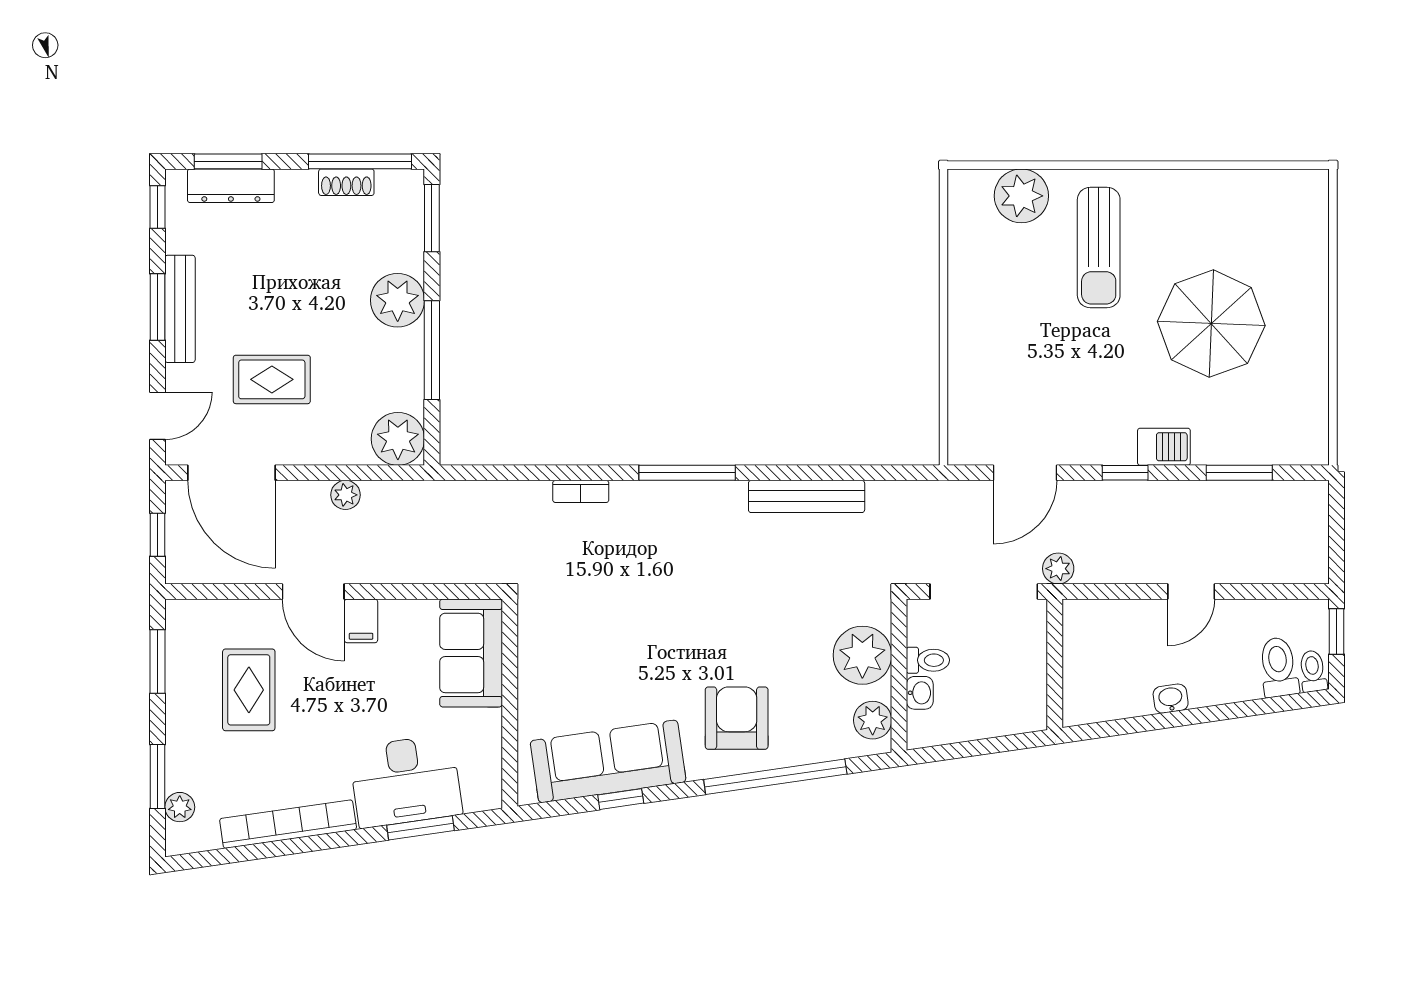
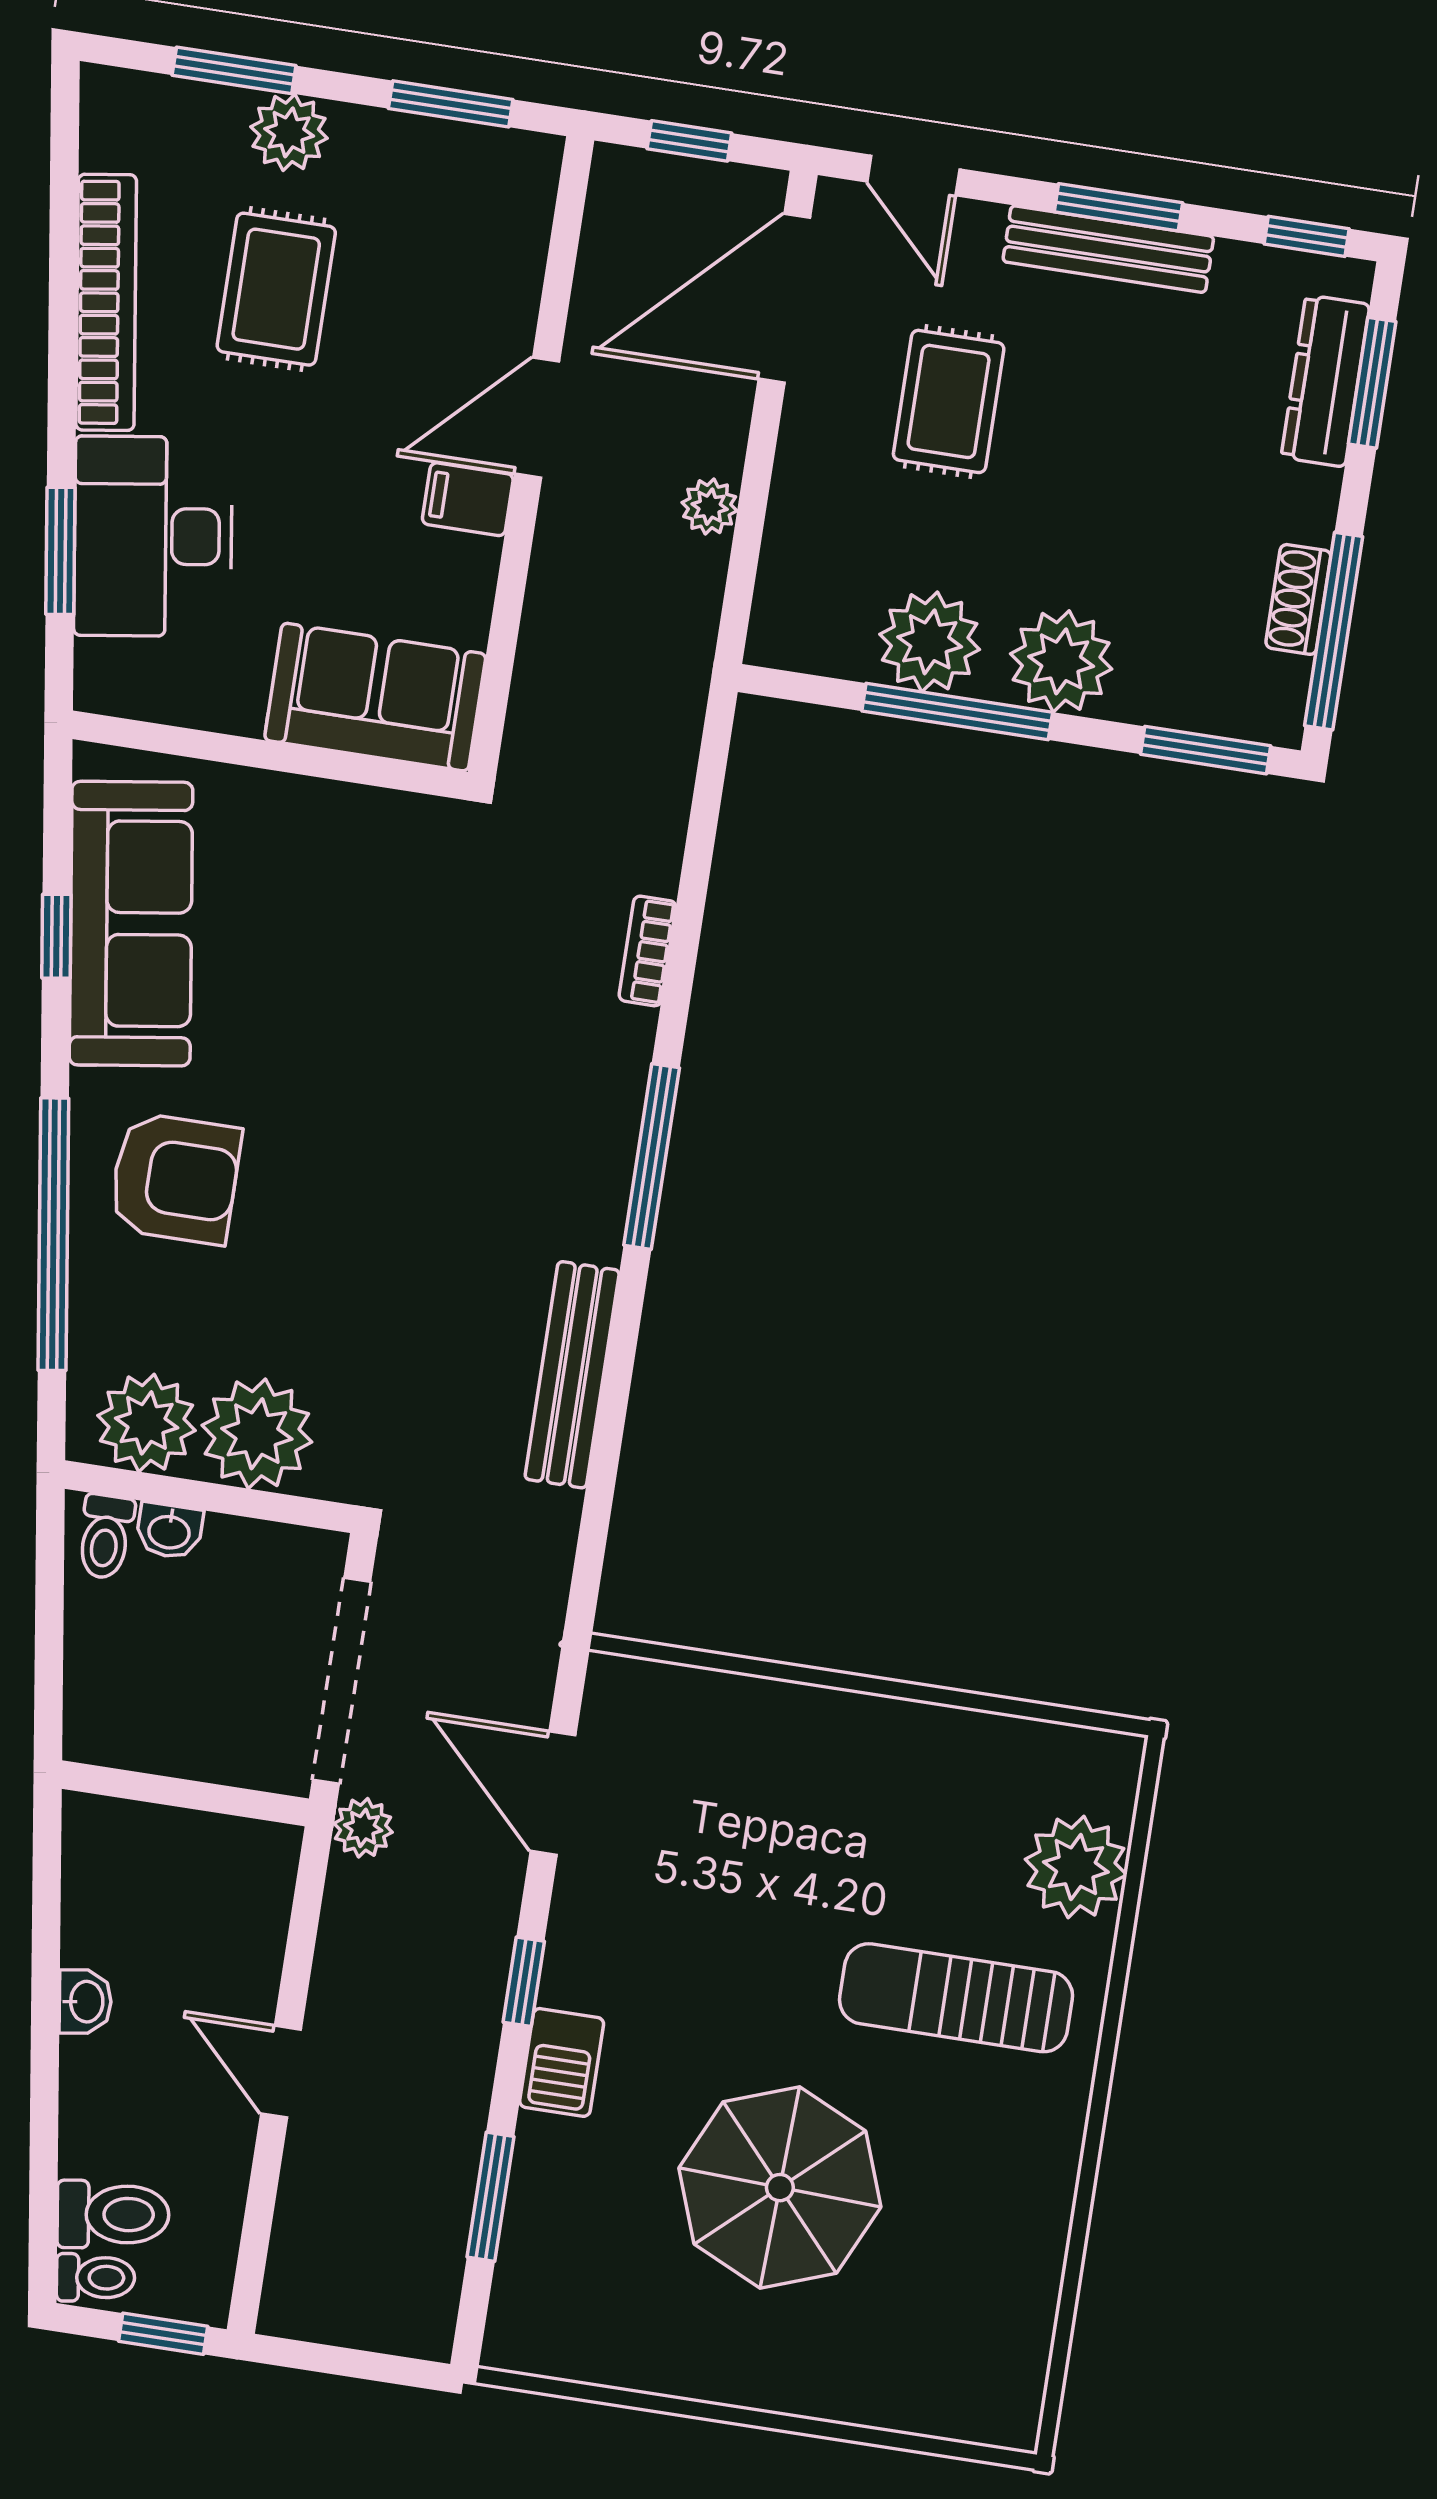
plant: (398, 439) -> (930, 642), moved
toilet: (928, 660) -> (105, 1537), moved
rug: (249, 690) -> (276, 289), moved, turned 90
plant: (873, 720) -> (147, 1423), width x1.36, depth x1.36
plant: (180, 807) -> (289, 132), moved, width x1.38, depth x1.38

